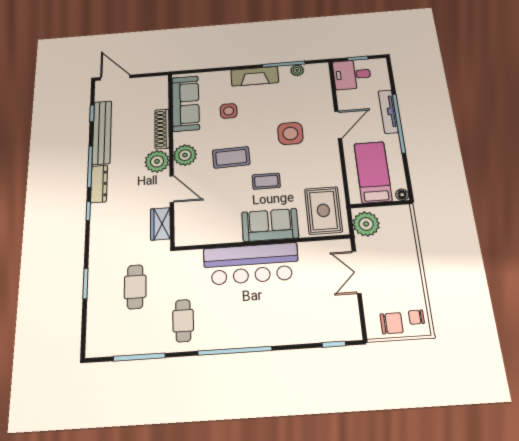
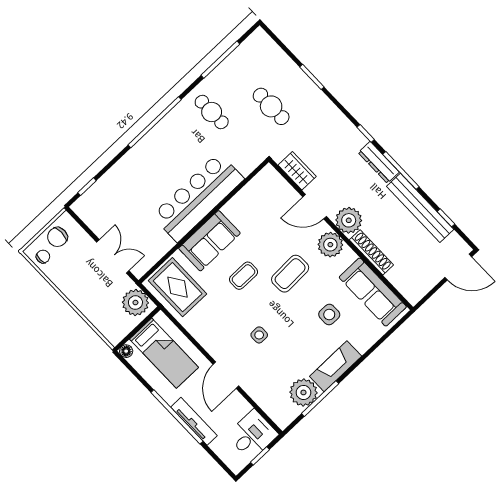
plant: (297, 70) -> (303, 392), width x1.88, depth x1.88
side table: (290, 133) -> (259, 335), width x0.54, depth x0.54

